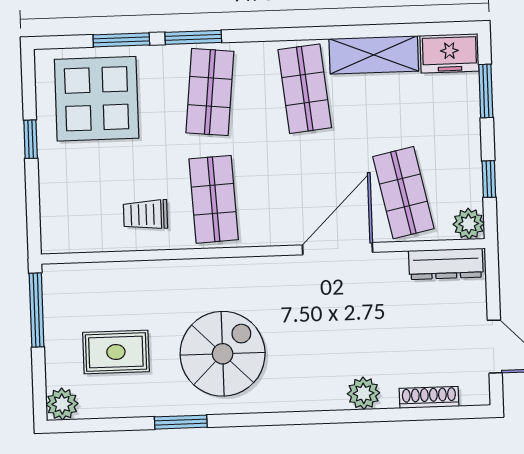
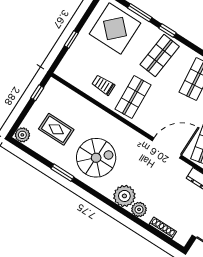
window: (193, 37) -> (168, 30), width x0.67
window: (31, 139) -> (71, 39), moved
window: (37, 310) -> (37, 93), width x0.46
plant: (321, 387) -> (124, 196), added

